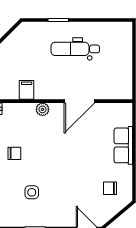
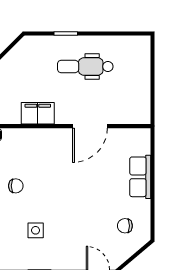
filing cabinet: (27, 90) -> (38, 113), width x2.00
plant: (43, 109) -> (48, 136), removed

